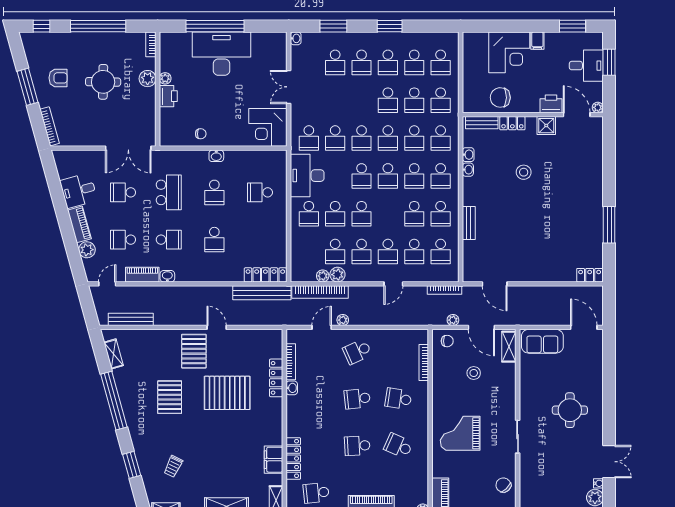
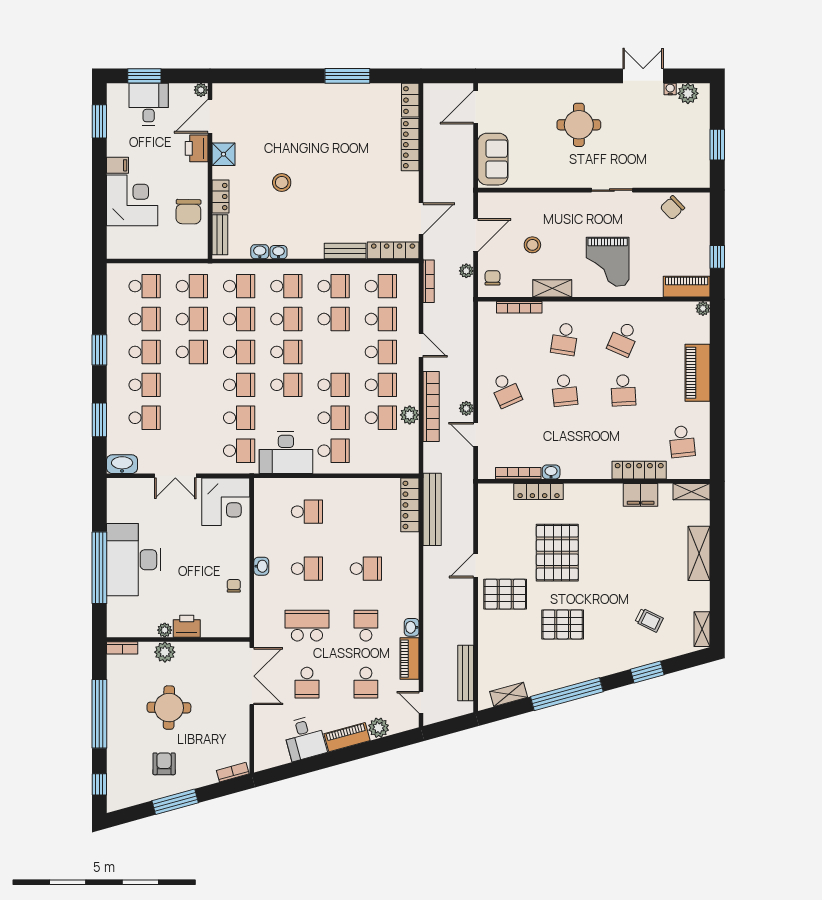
washbasin: (296, 38) -> (122, 464), width x1.91, depth x1.45
bookcase: (50, 126) -> (233, 772), width x0.64
school desk: (260, 192) -> (307, 512), turned -90
locker: (469, 261) -> (393, 250), added
locker: (554, 275) -> (410, 145), added
plant: (323, 276) -> (411, 433), removed
bookcase: (320, 292) -> (431, 407), moved
shelving: (509, 347) -> (552, 288), moved

